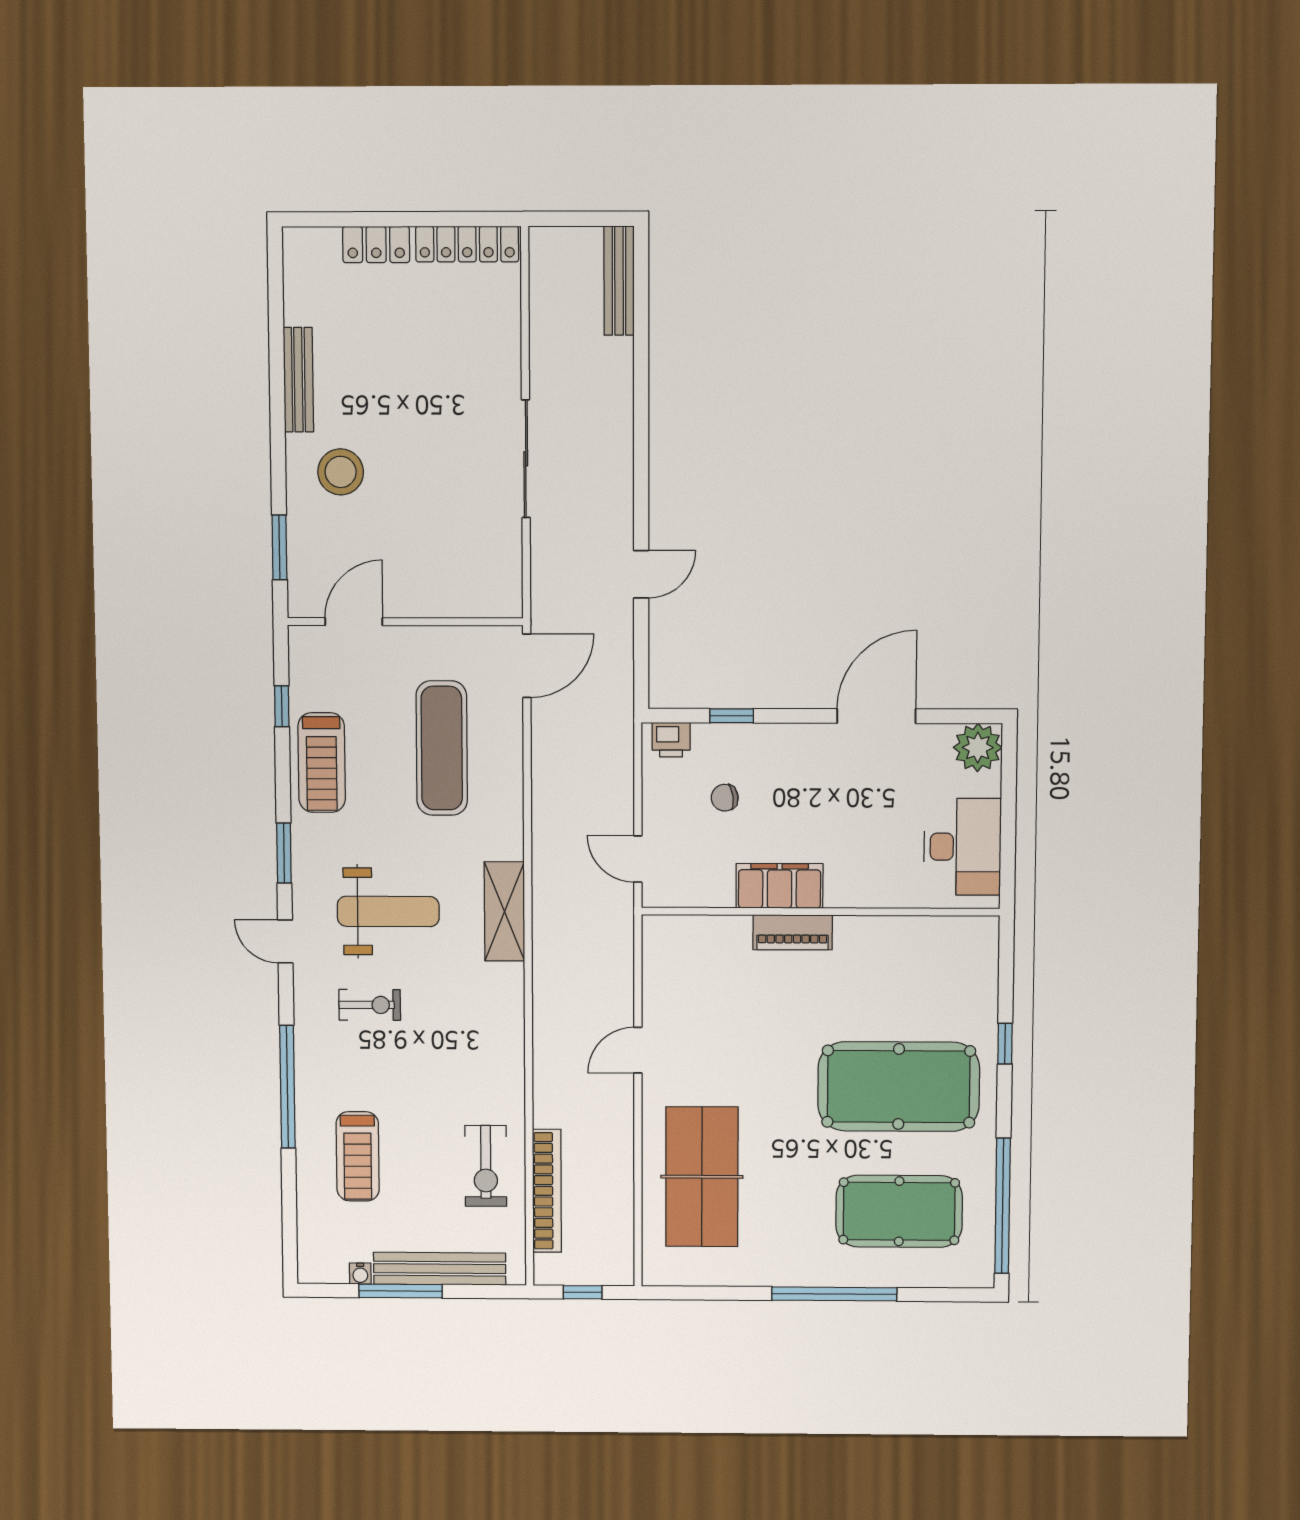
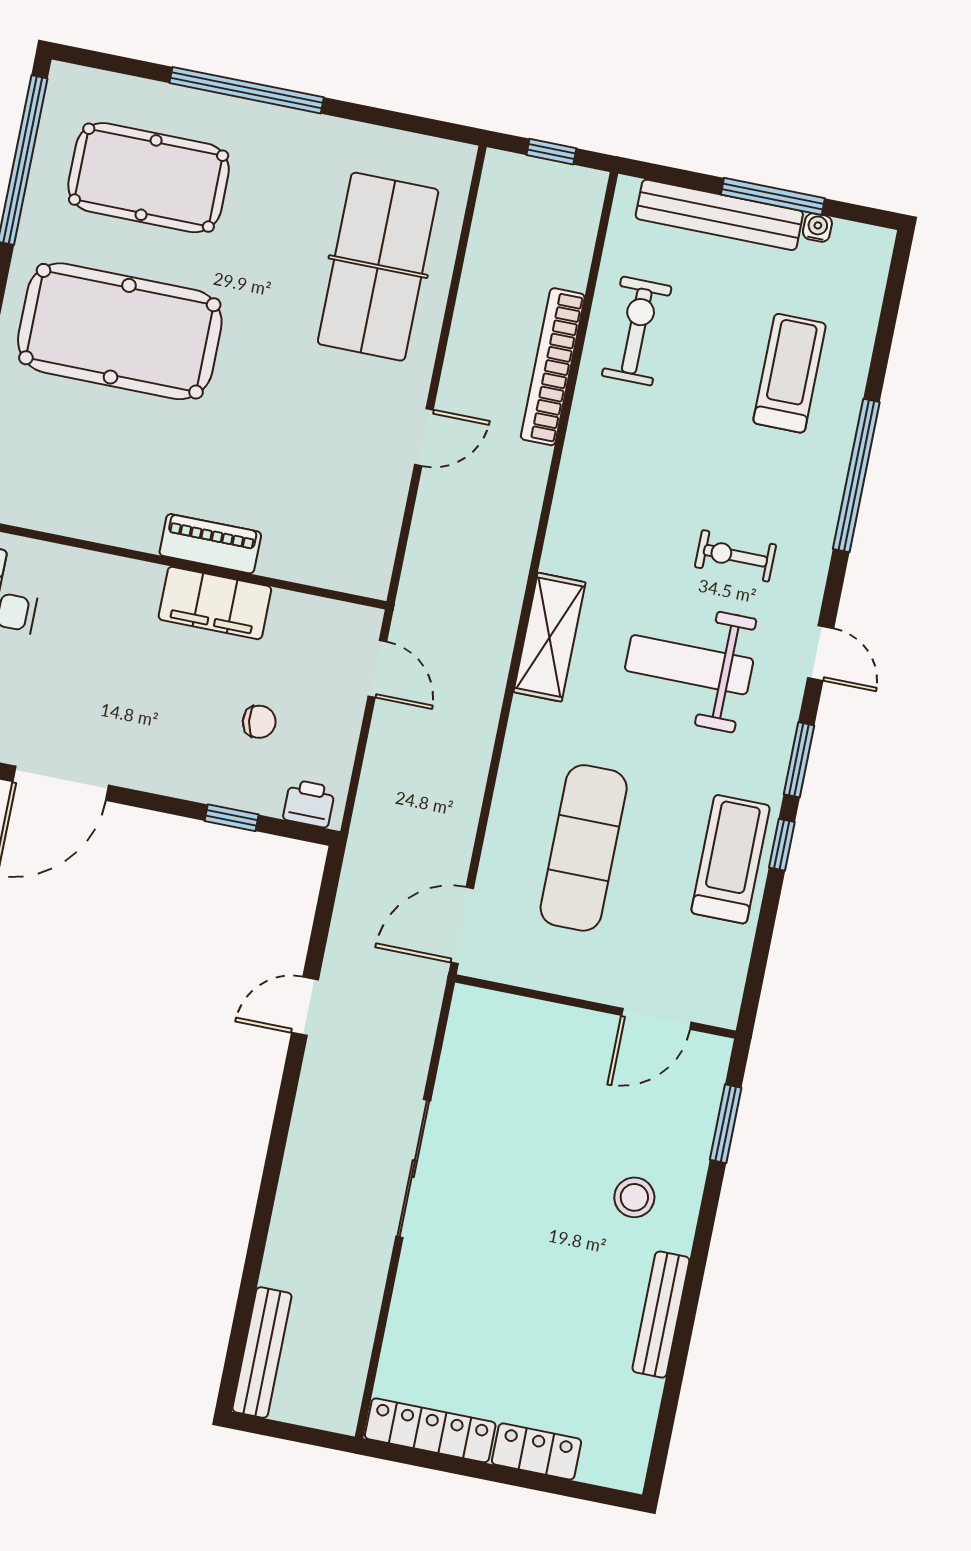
stool: (341, 472) -> (634, 1197), width x0.73, depth x0.73
window: (282, 706) -> (782, 845), moved
bookcase: (547, 1191) -> (553, 367), moved

